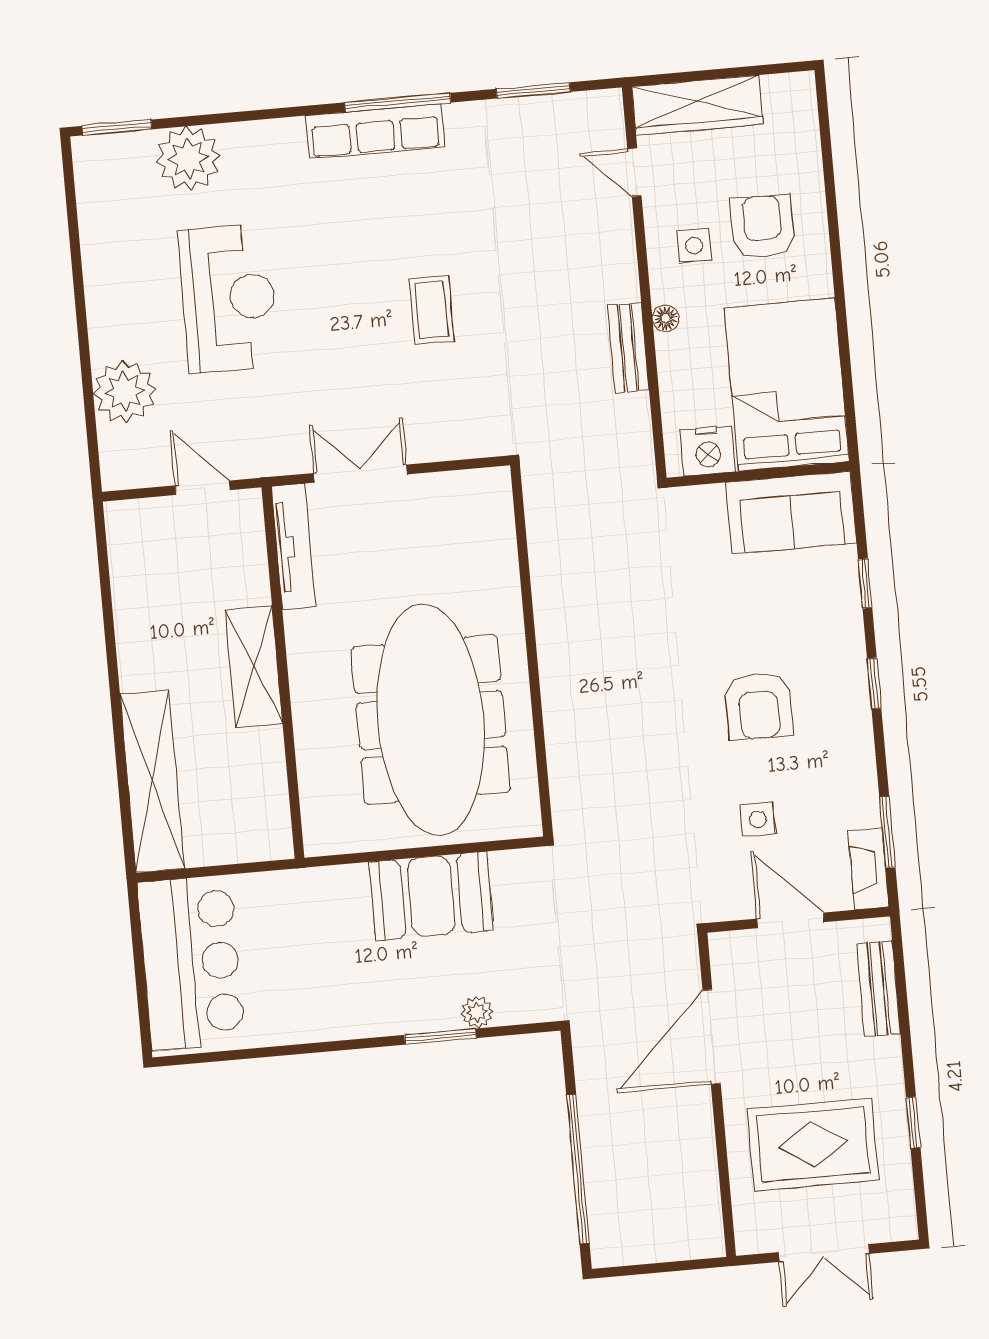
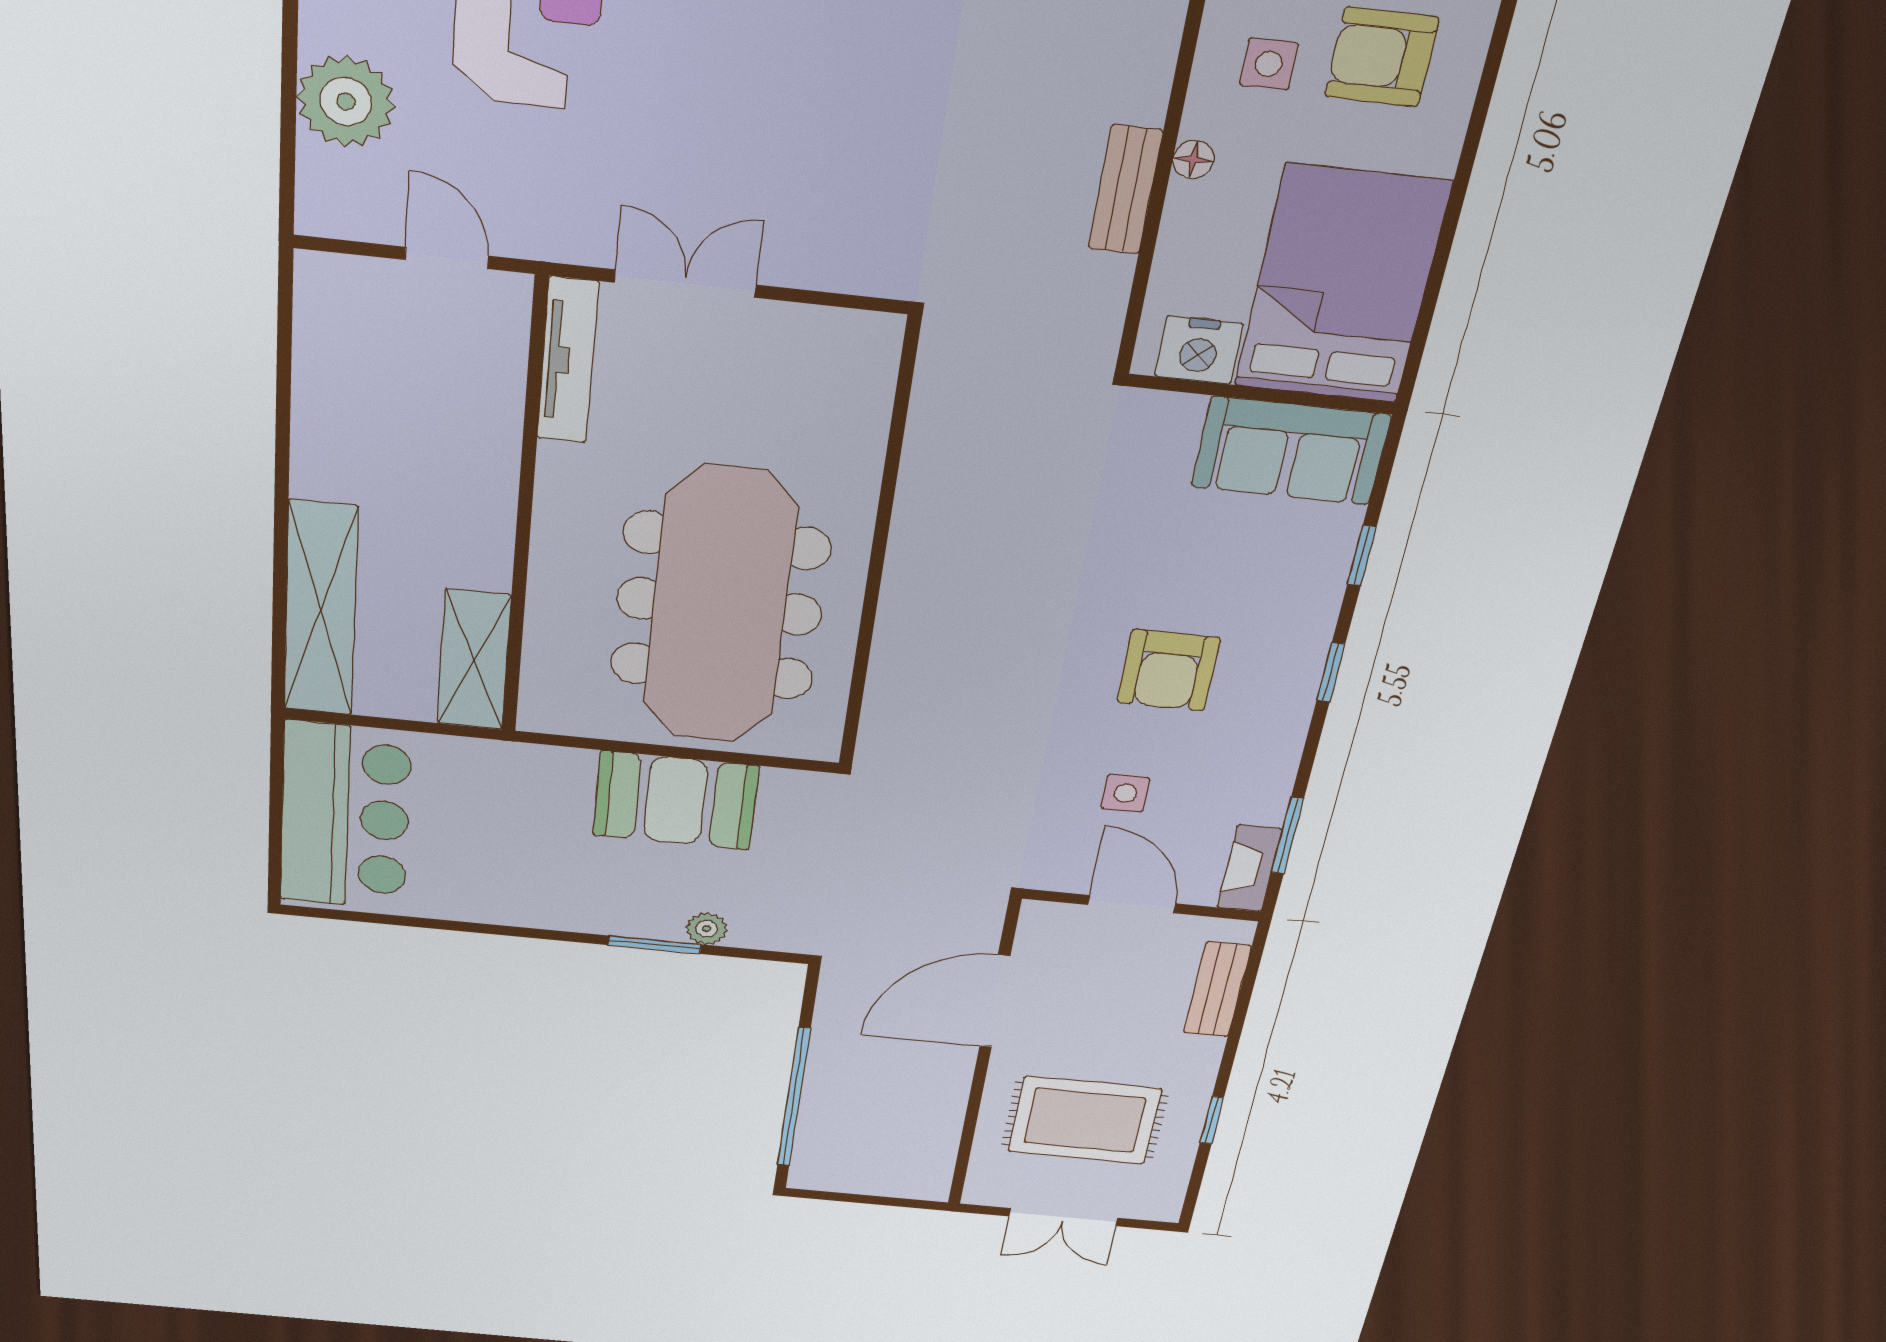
armchair: (762, 227) -> (1382, 57), turned -90
coffee table: (432, 310) -> (842, 77), removed
shelving: (254, 667) -> (474, 660), moved

